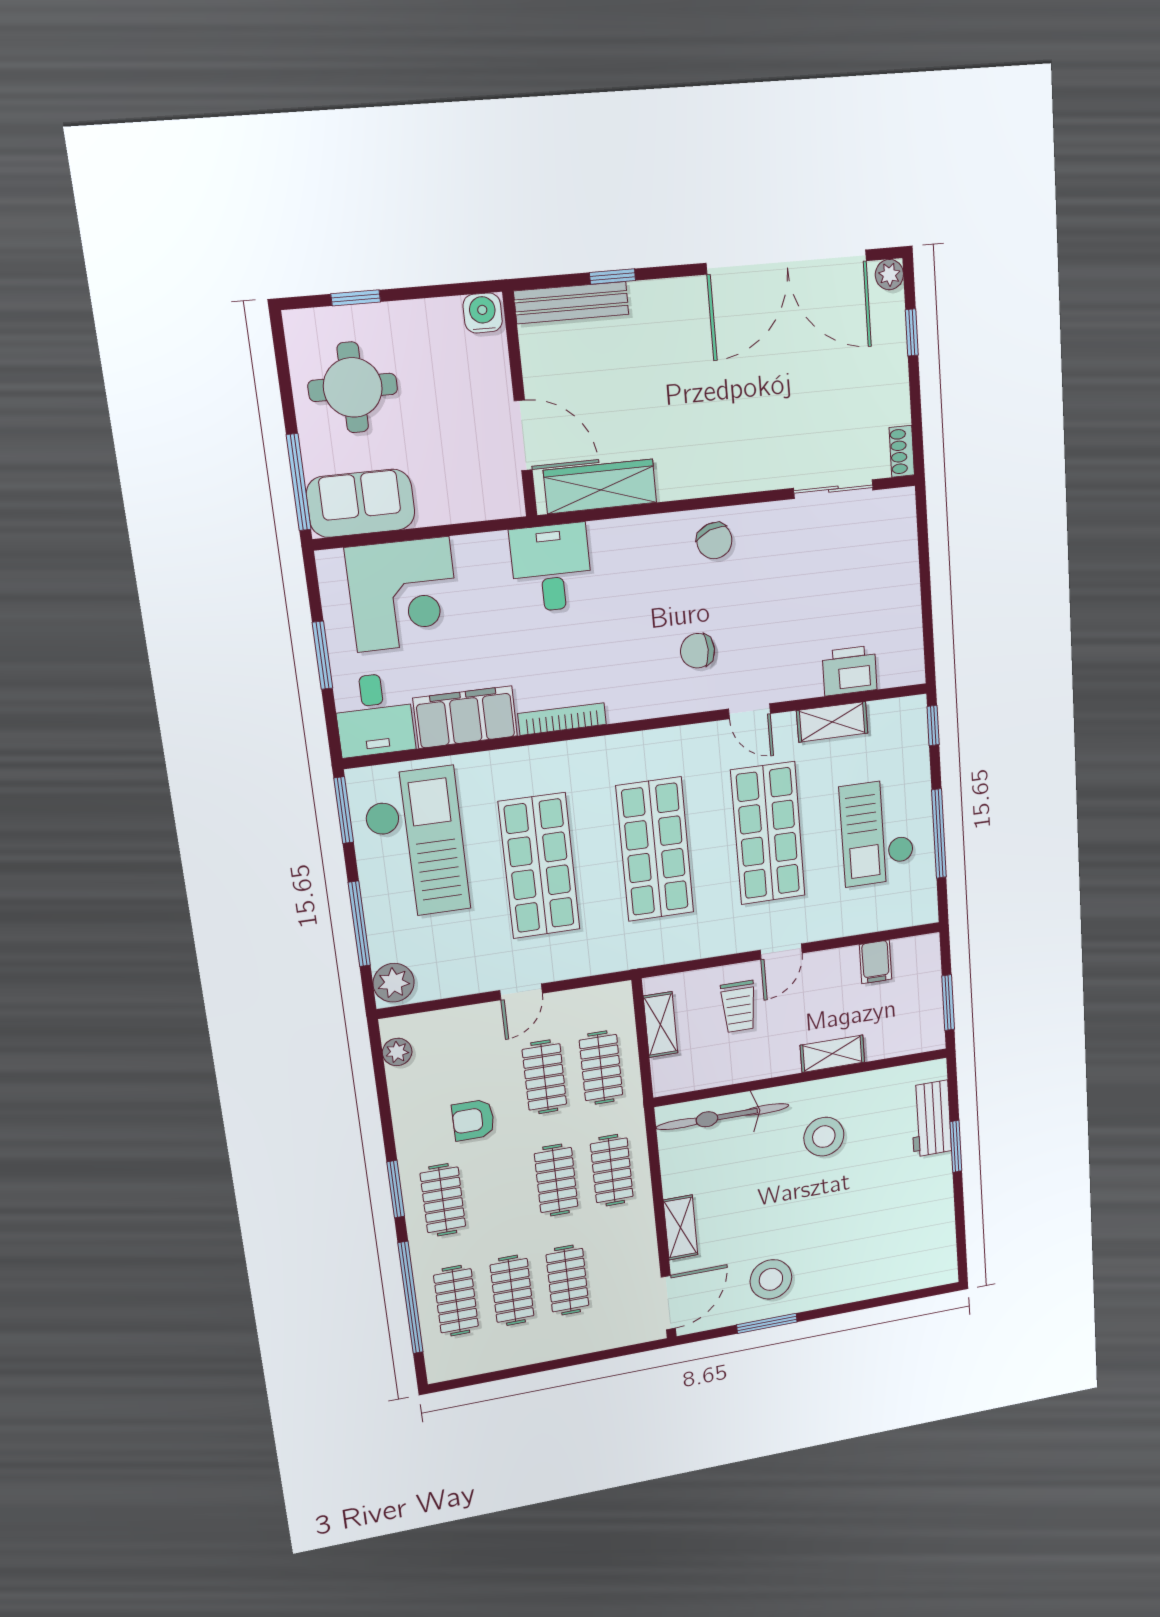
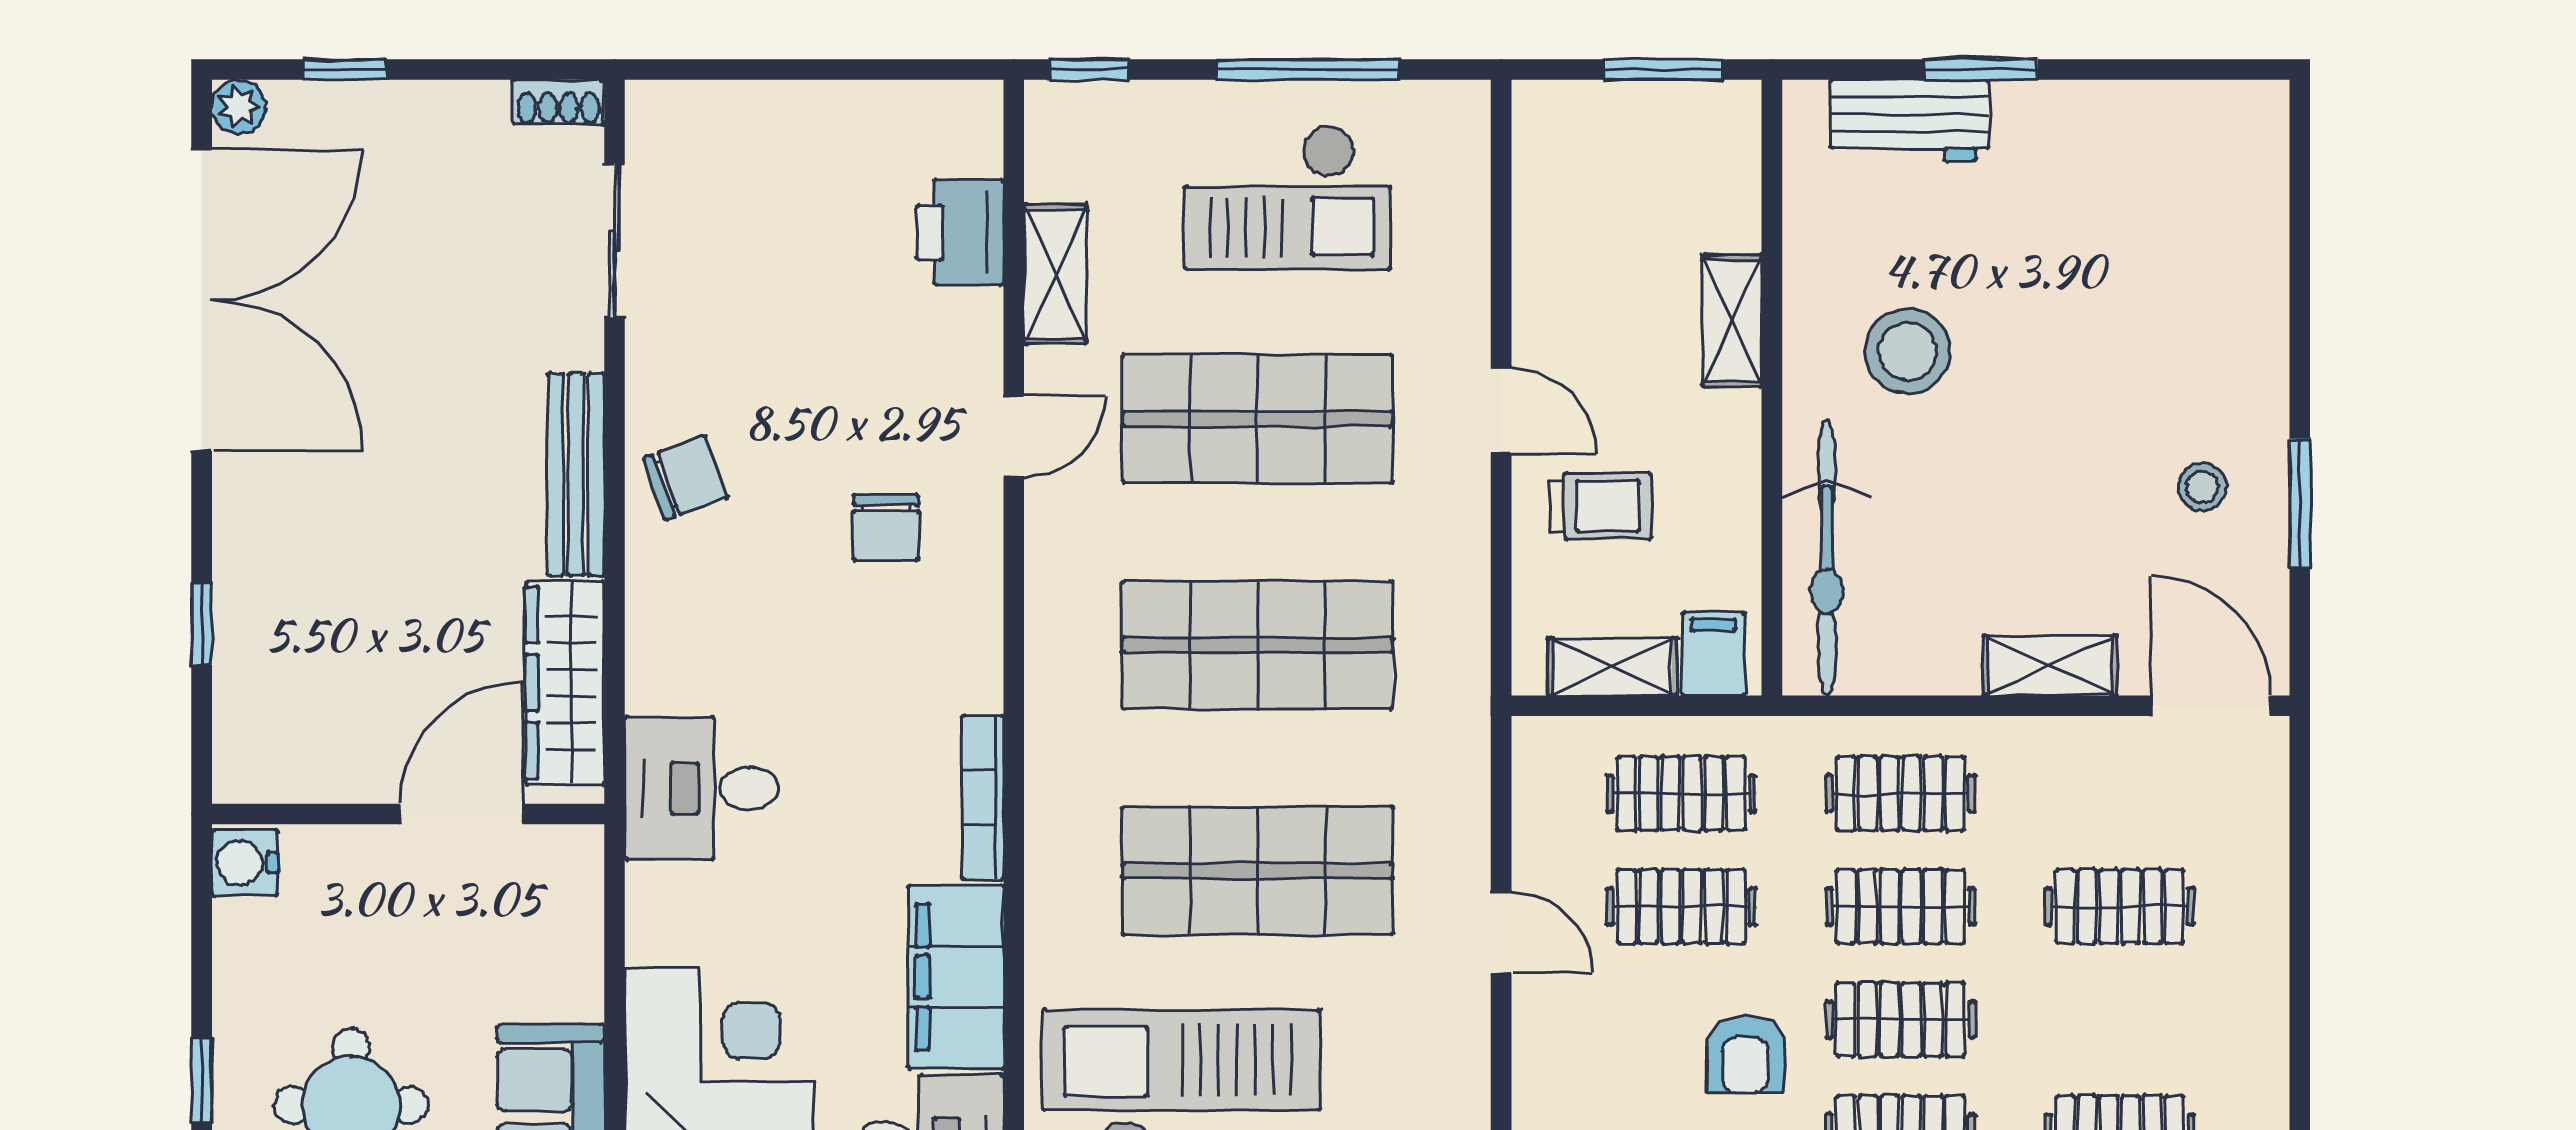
bench: (571, 303) -> (576, 474), moved
filing cabinet: (876, 962) -> (1713, 654), moved, turned -90
stool: (771, 1279) -> (2202, 487), width x0.53, depth x0.53
clothes rail: (512, 1290) -> (1900, 1020), moved

